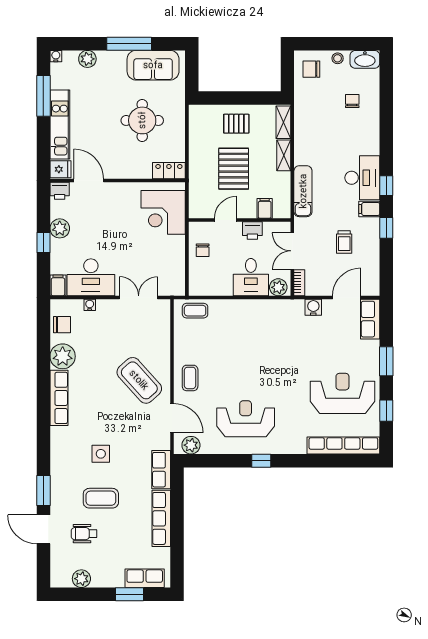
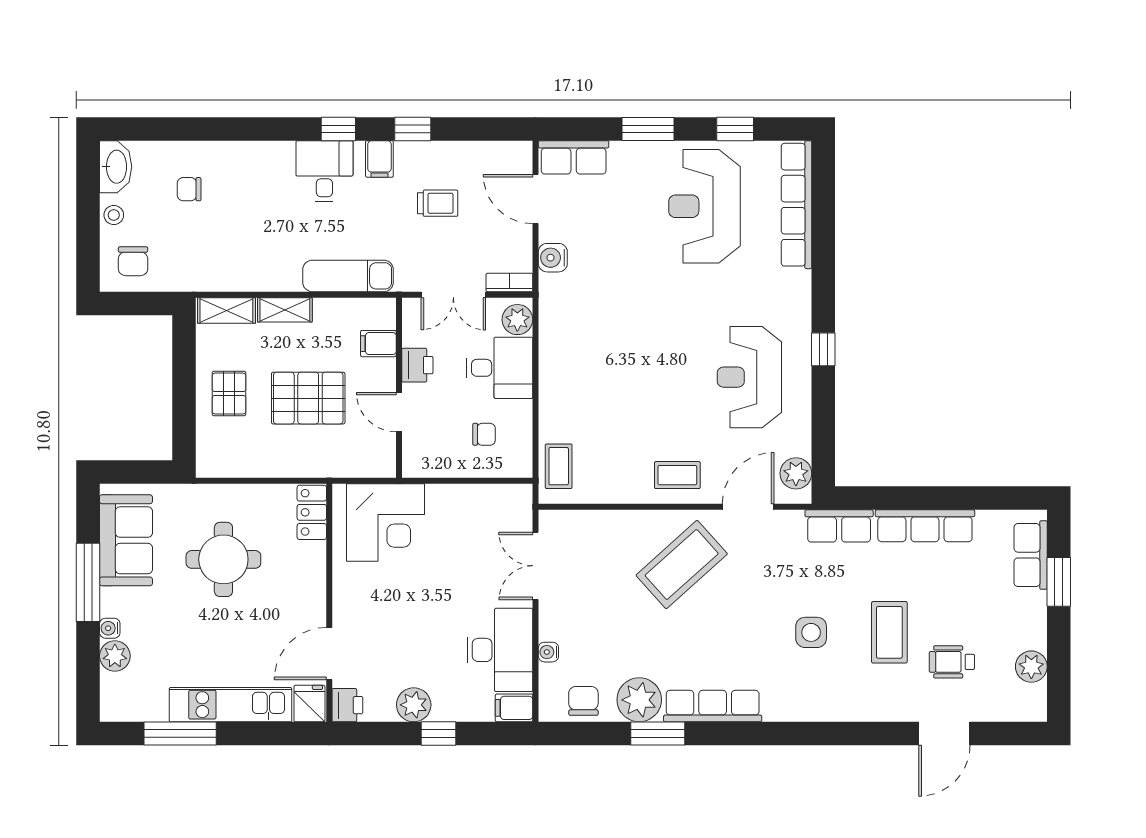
water cooler: (56, 56) -> (110, 628), moved
desk: (362, 178) -> (324, 171), width x0.73
chair: (203, 250) -> (484, 434), moved
window: (43, 490) -> (658, 734), moved
wheelchair: (84, 534) -> (952, 662), turned 90

